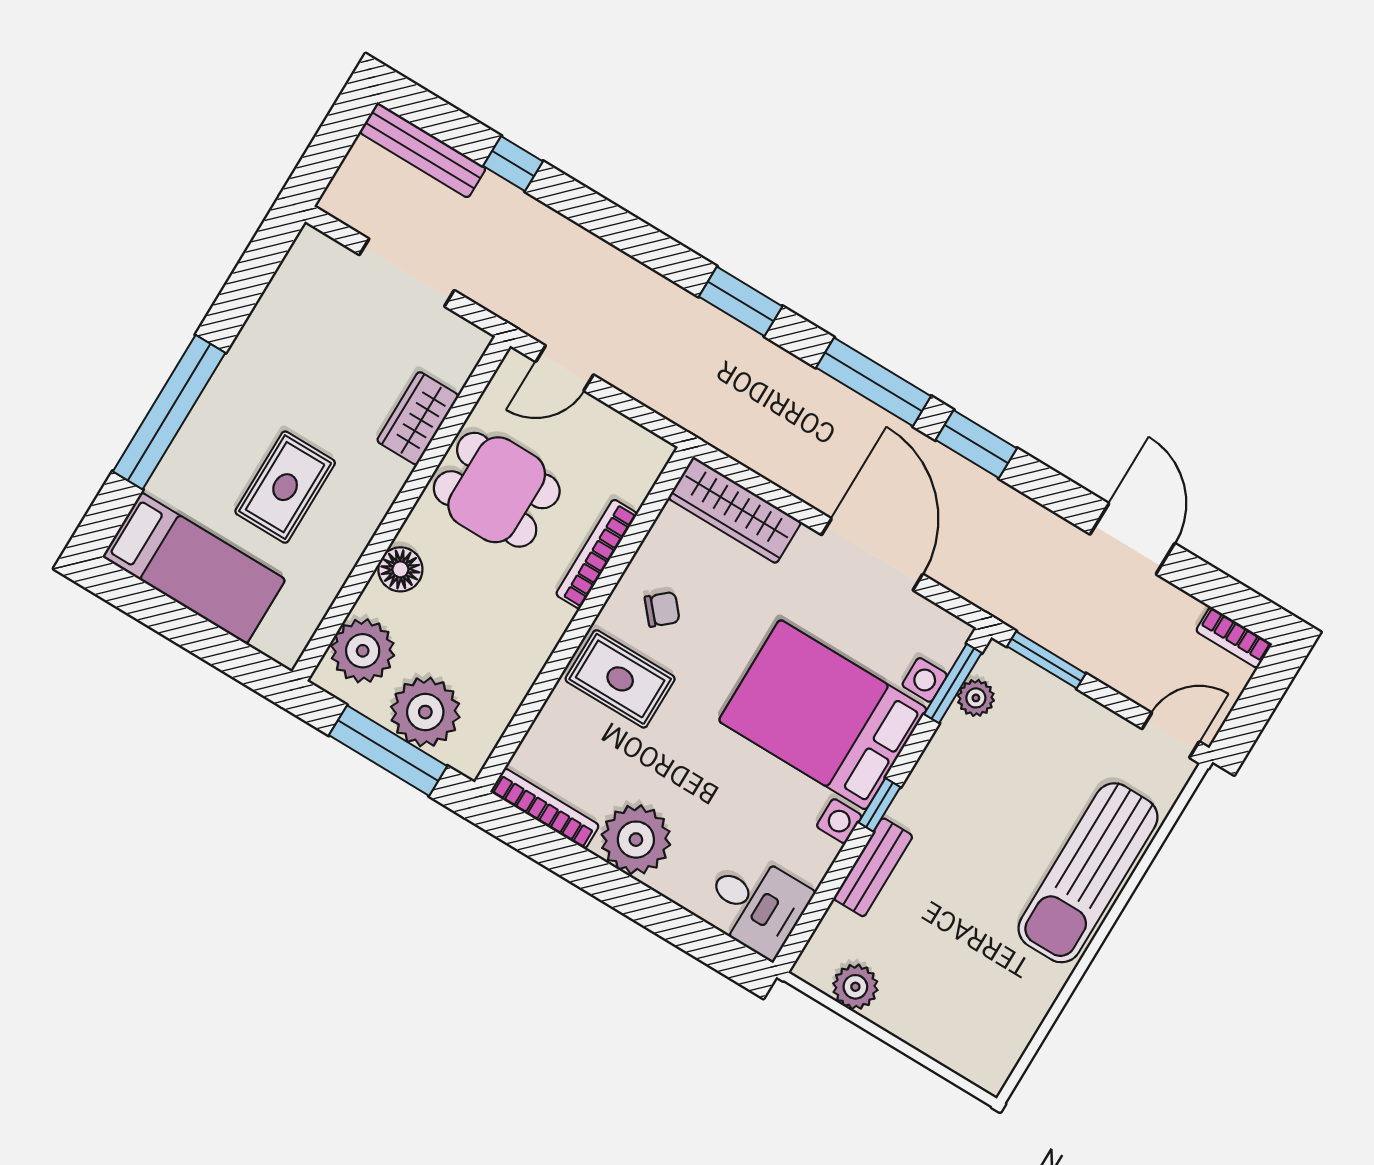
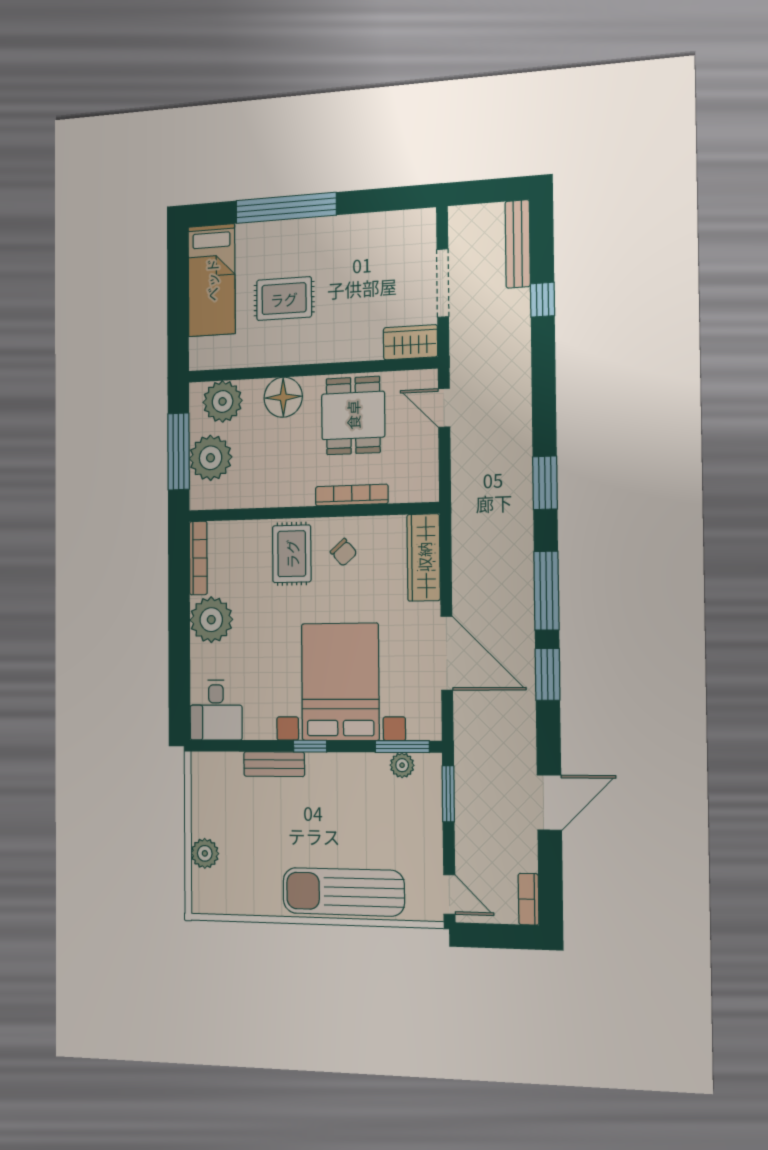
wardrobe: (418, 418) -> (410, 342), moved
door: (872, 554) -> (447, 653), hinge flipped
floor lamp: (400, 569) -> (283, 397), width x1.38, depth x1.38
plant: (855, 987) -> (205, 853), moved

